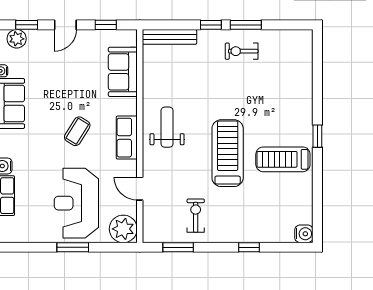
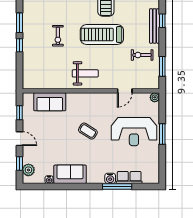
bench: (170, 37) -> (155, 26), moved
exercise bike: (242, 51) -> (58, 36), moved
weight bench: (167, 127) -> (85, 73), turned 180
row of seats: (127, 138) -> (92, 99), removed
plant: (123, 229) -> (155, 97), width x0.53, depth x0.53

